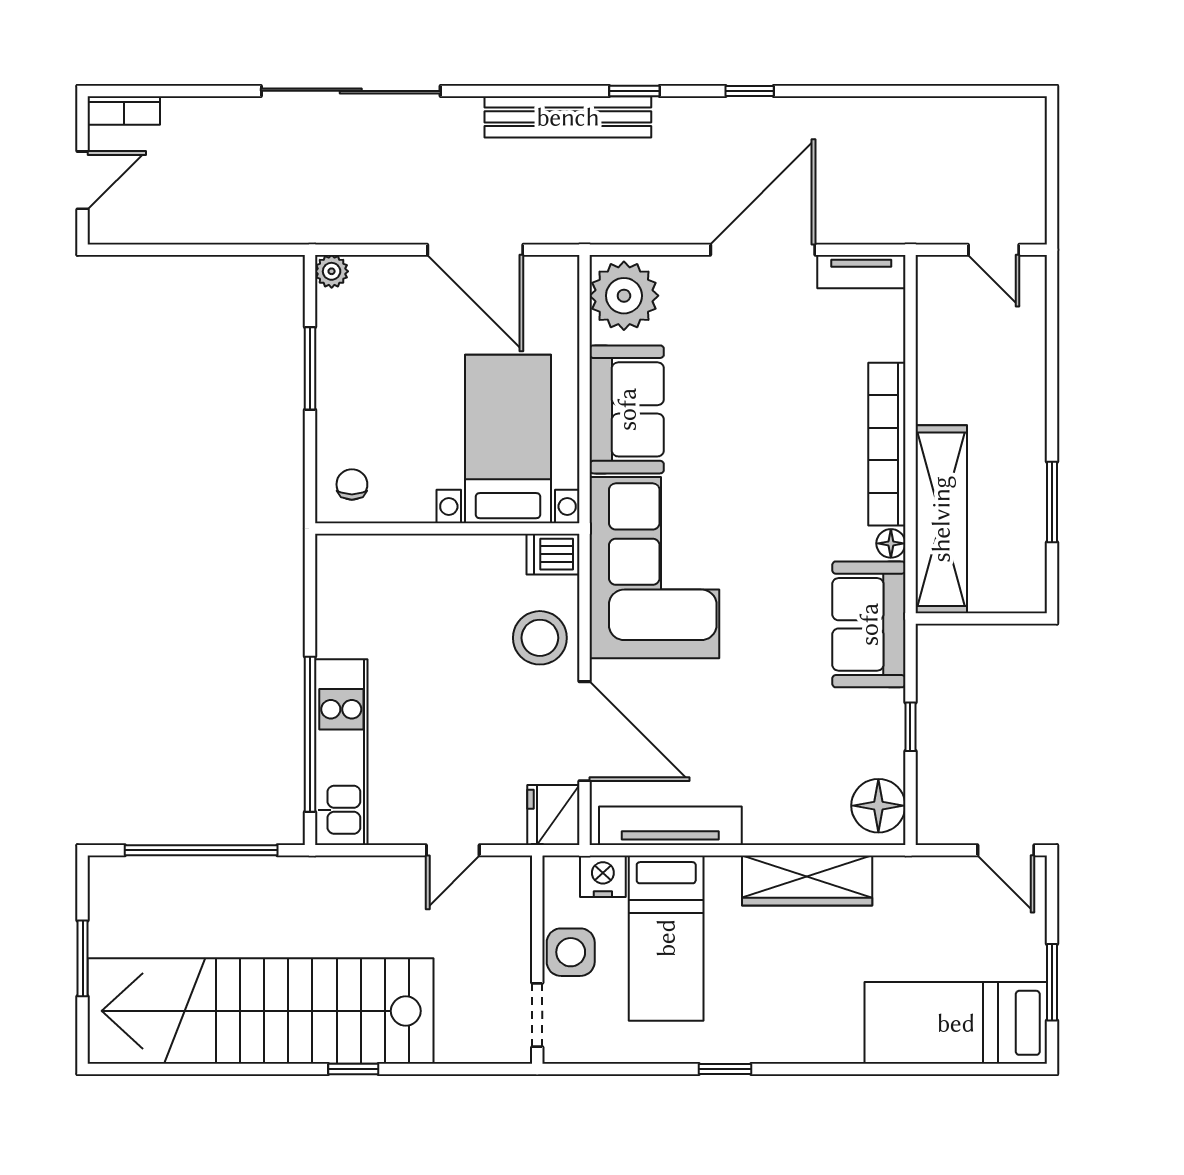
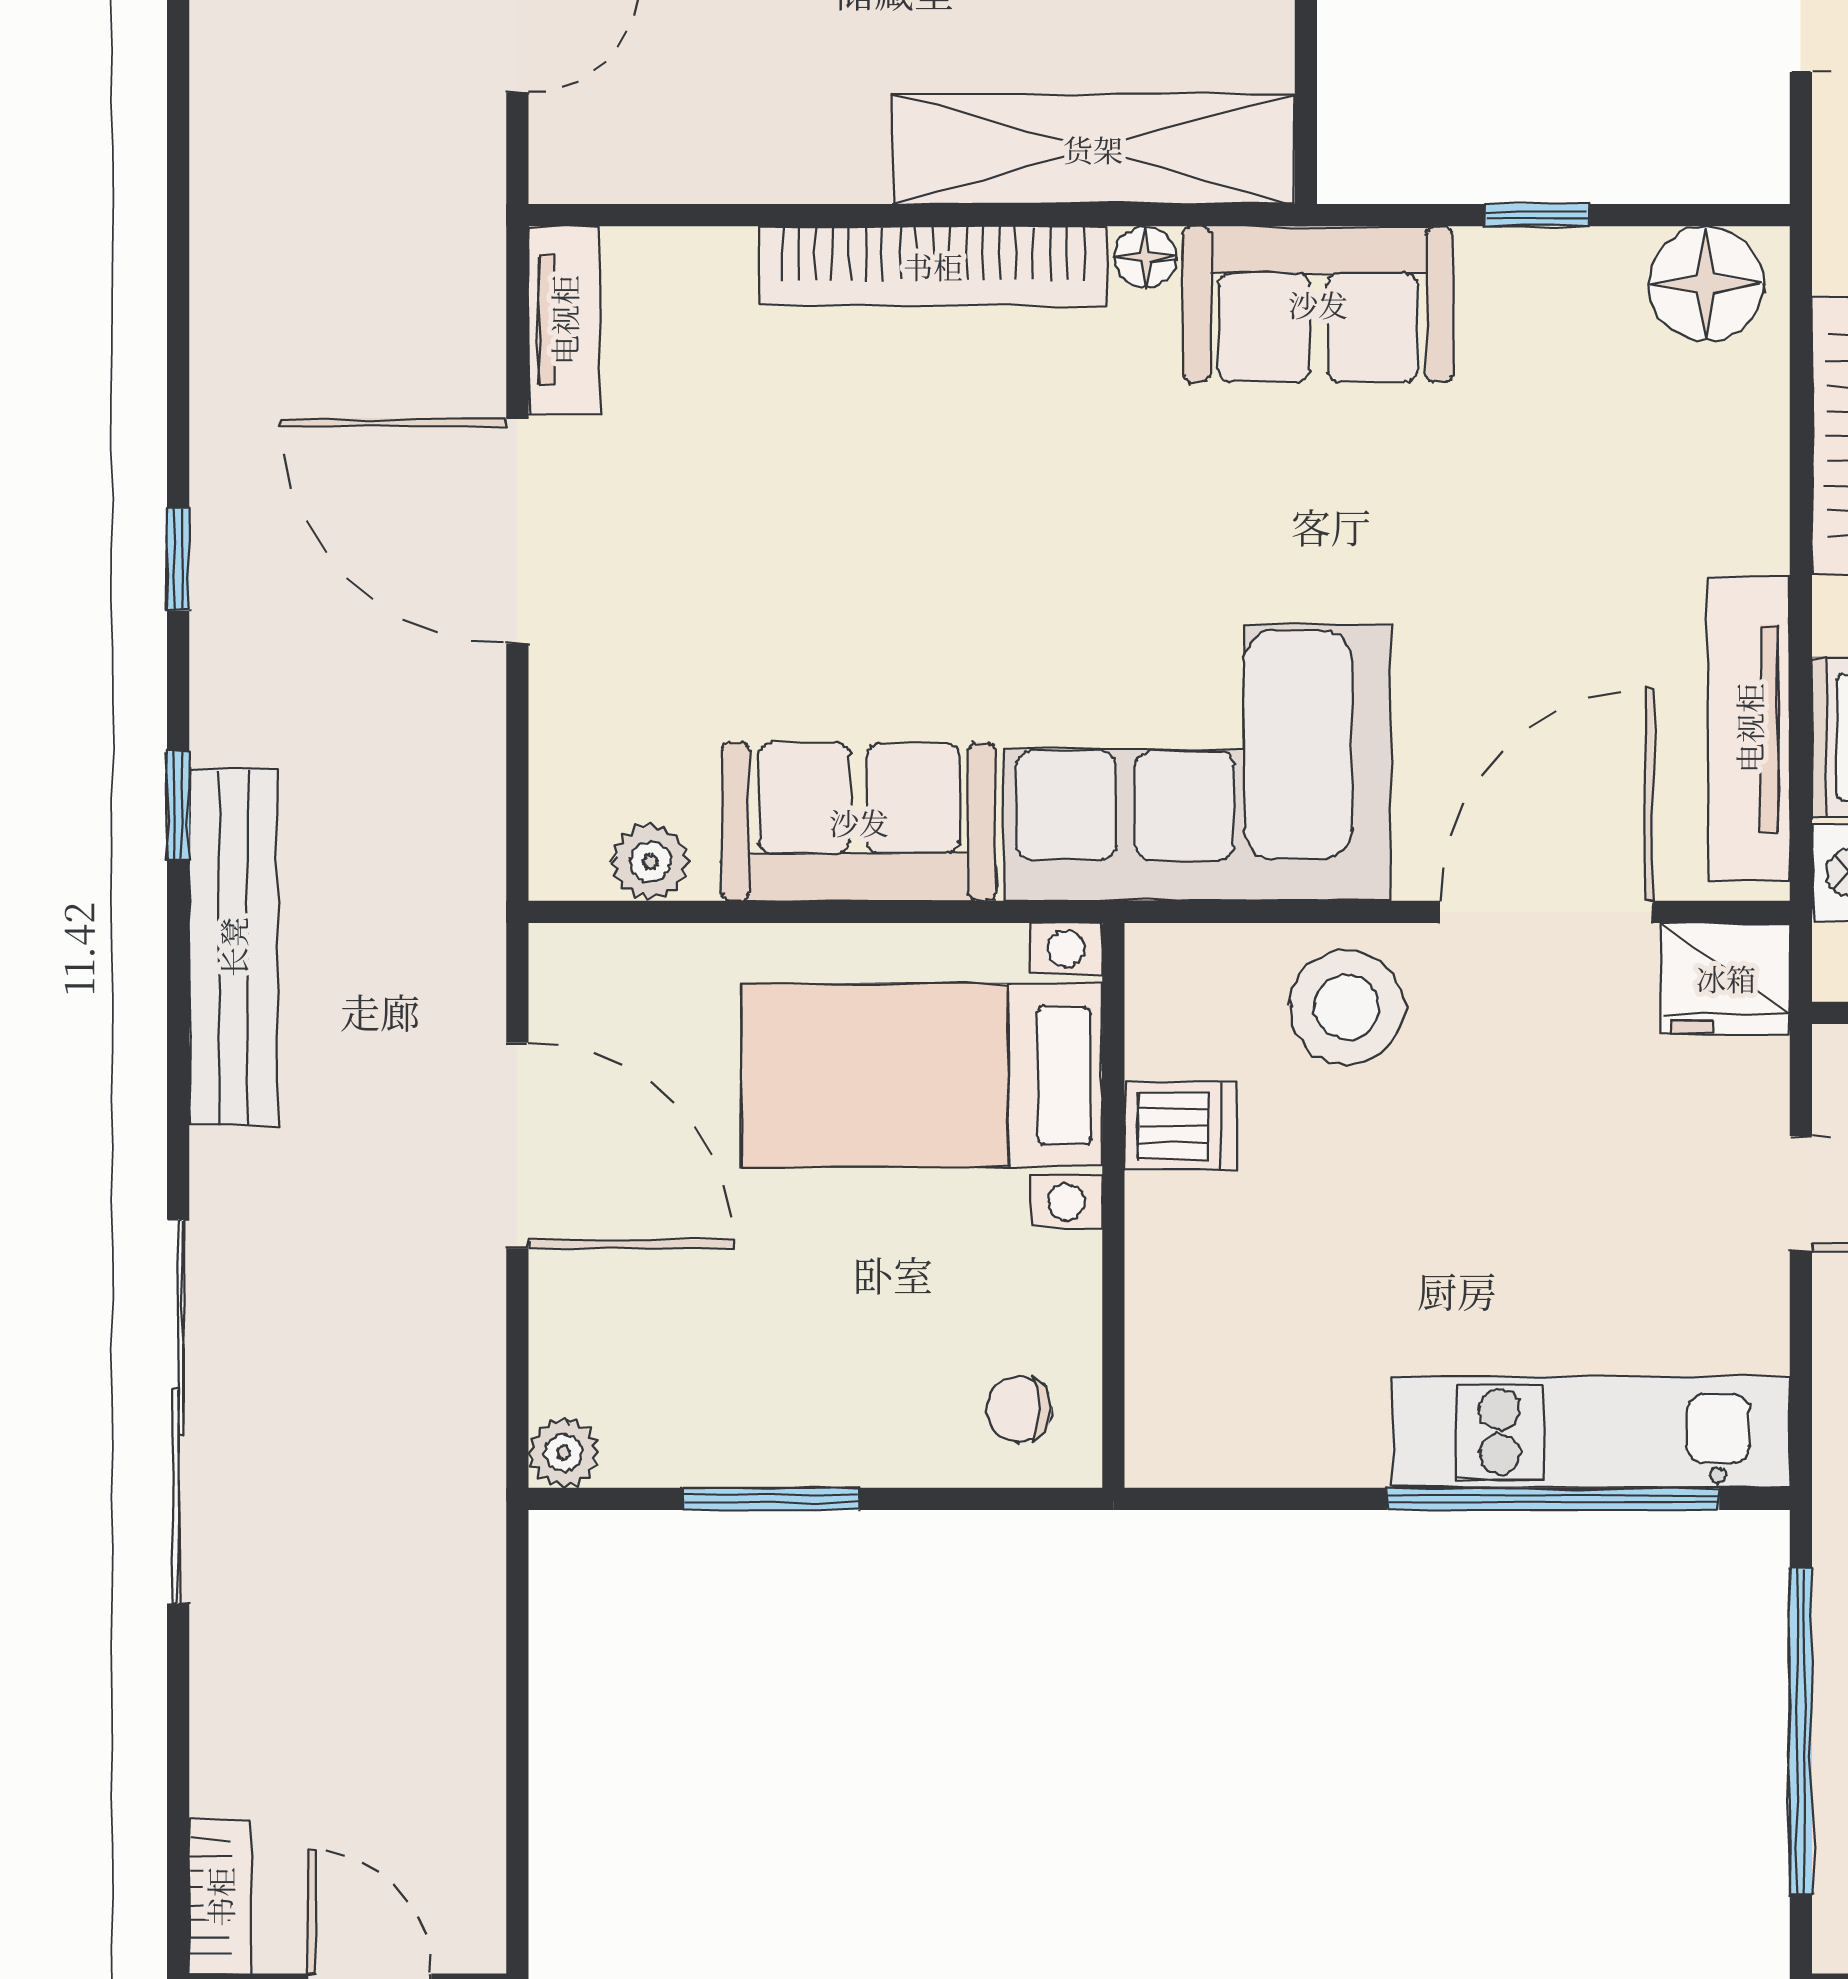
door: (475, 250) -> (517, 1145), hinge flipped
plant: (624, 296) -> (650, 862), width x0.53, depth x0.53
dishwasher: (553, 554) -> (1181, 1126), moved, turned -90

